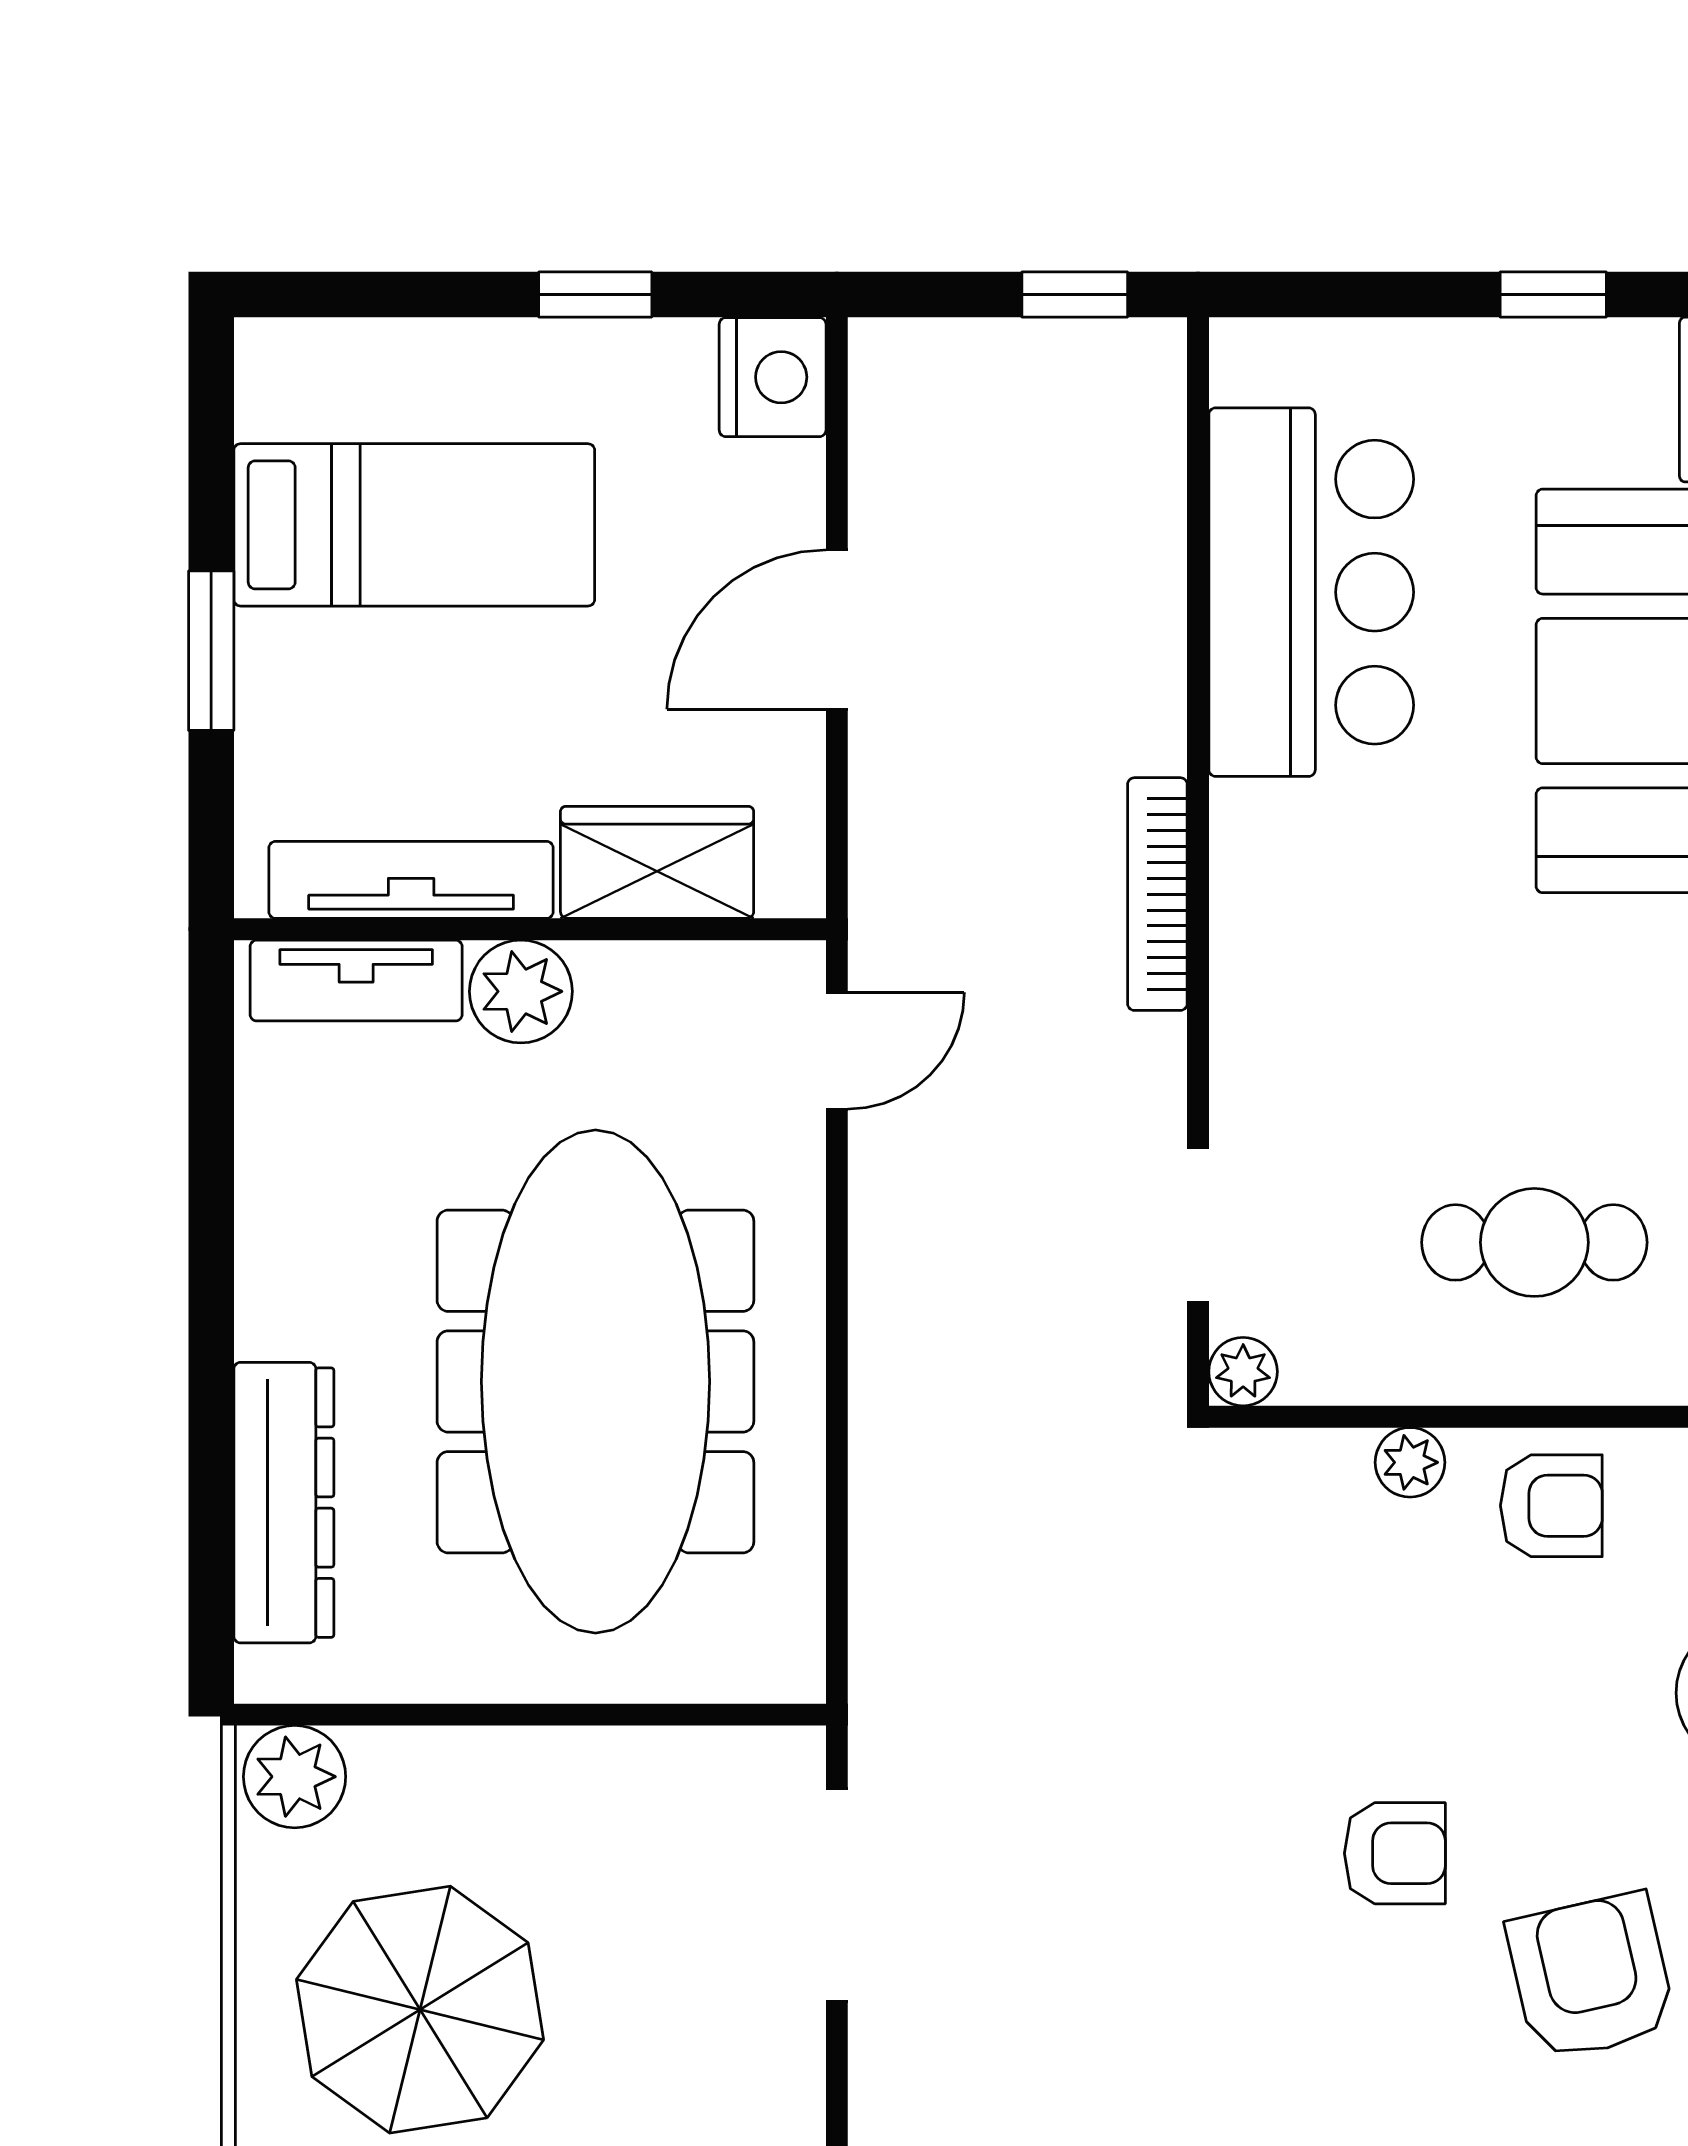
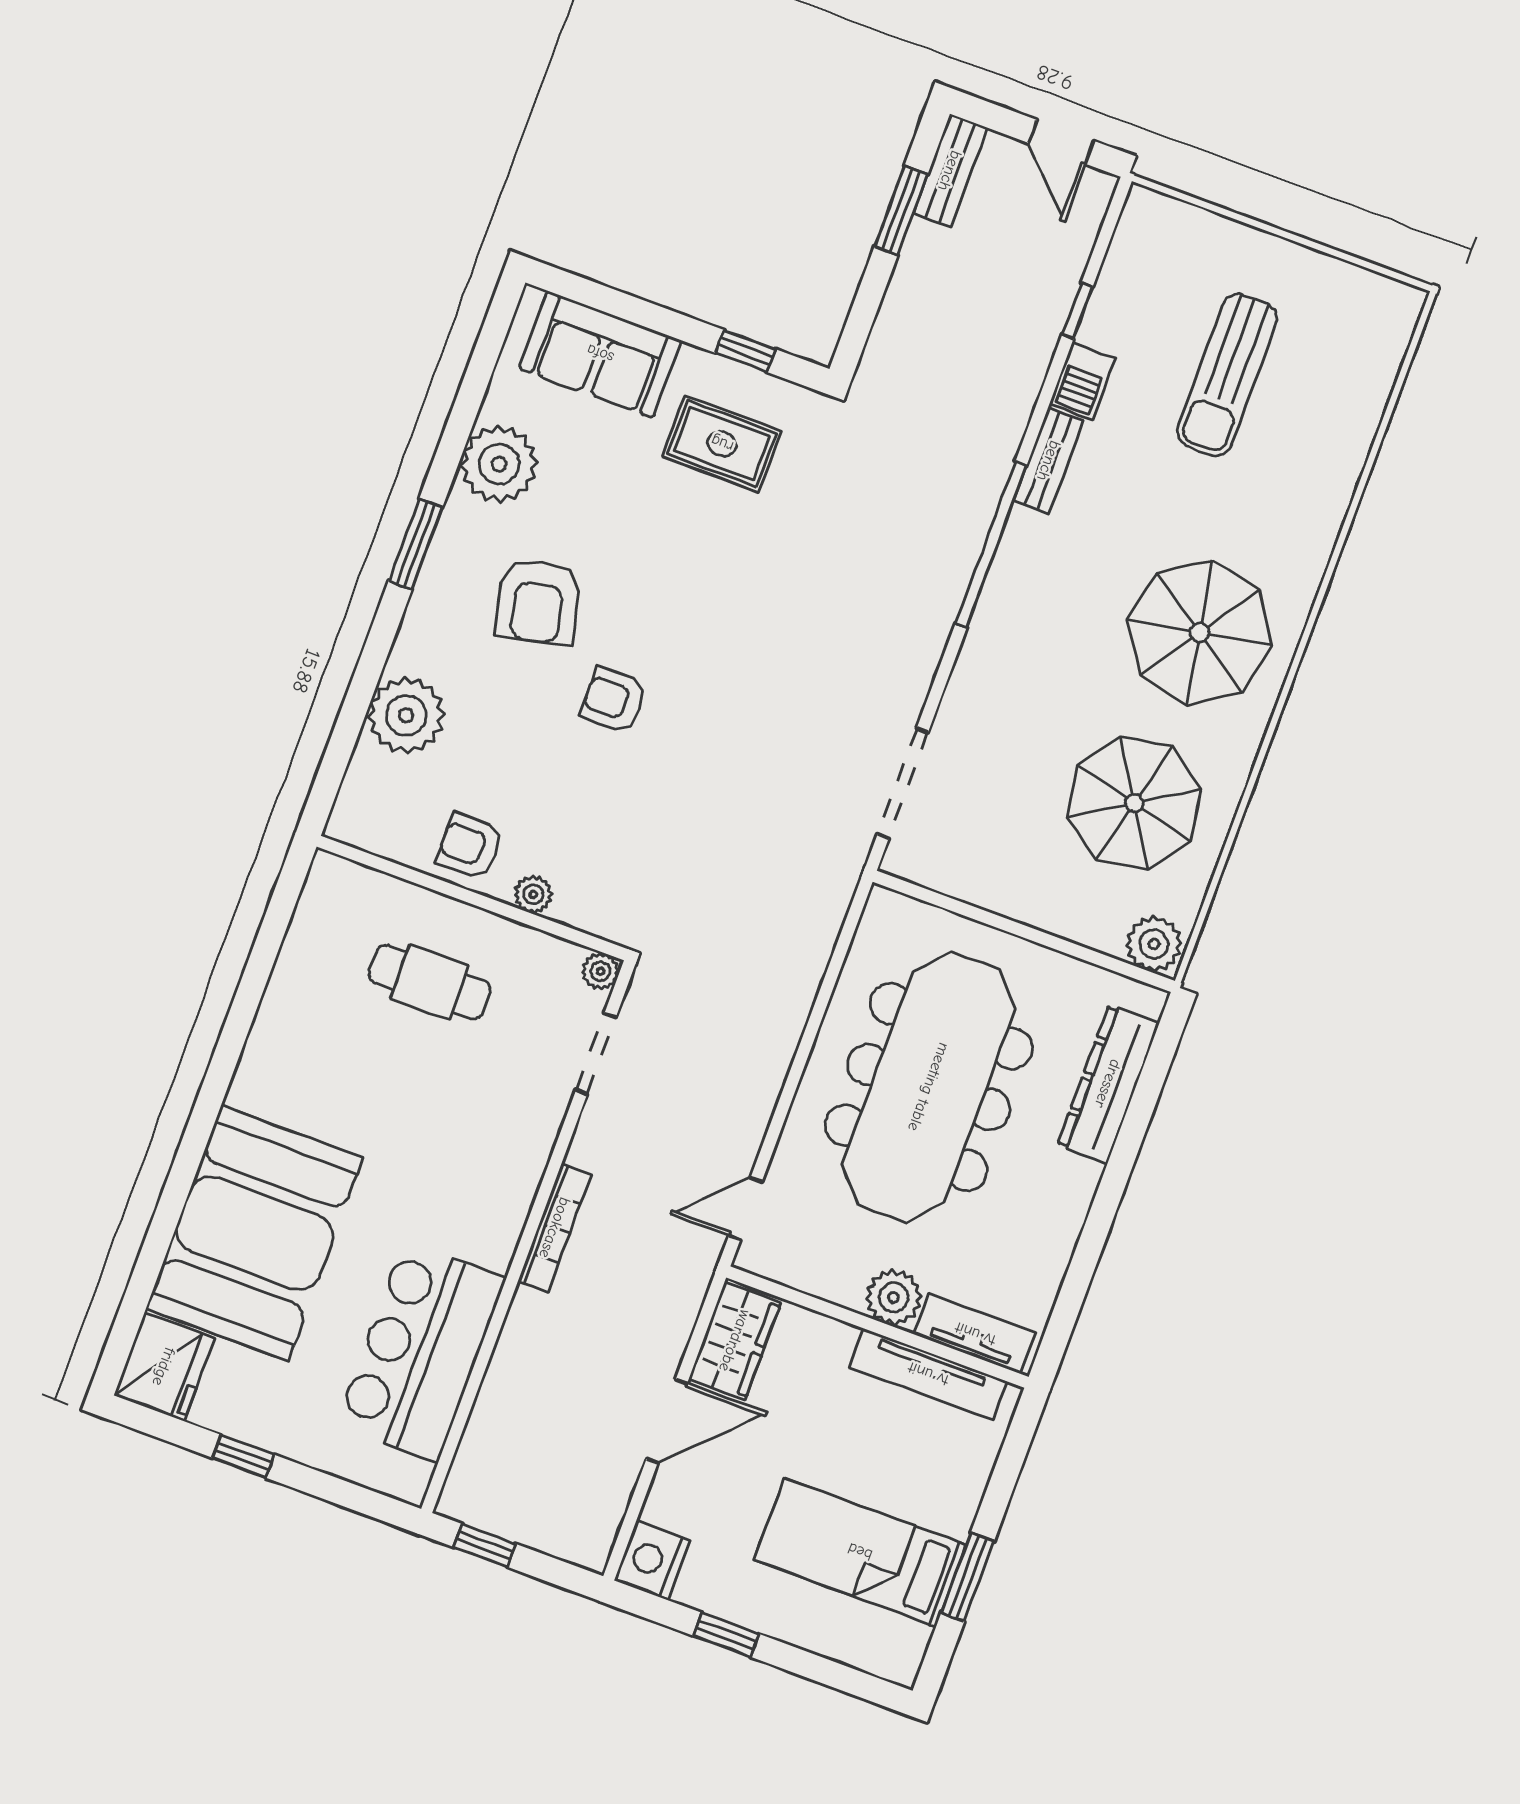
window: (211, 651) -> (968, 1577), moved
wardrobe: (657, 862) -> (735, 1341), moved, turned -90

